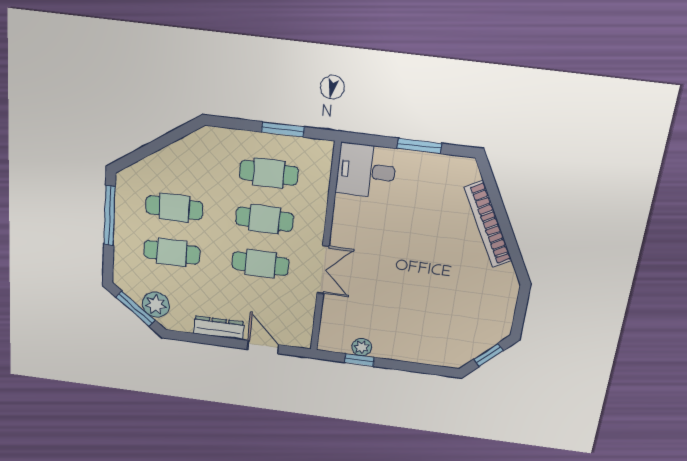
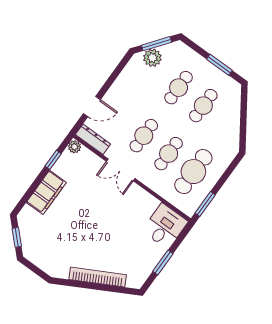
window: (283, 129) -> (205, 204), moved
cafe table: (269, 173) -> (193, 172), width x1.37, depth x1.35
window: (110, 216) -> (219, 65), width x0.69
dresser: (219, 328) -> (93, 139), moved, turned -90
plant: (362, 347) -> (74, 147), moved
filing cabinet: (407, 348) -> (46, 192), added

